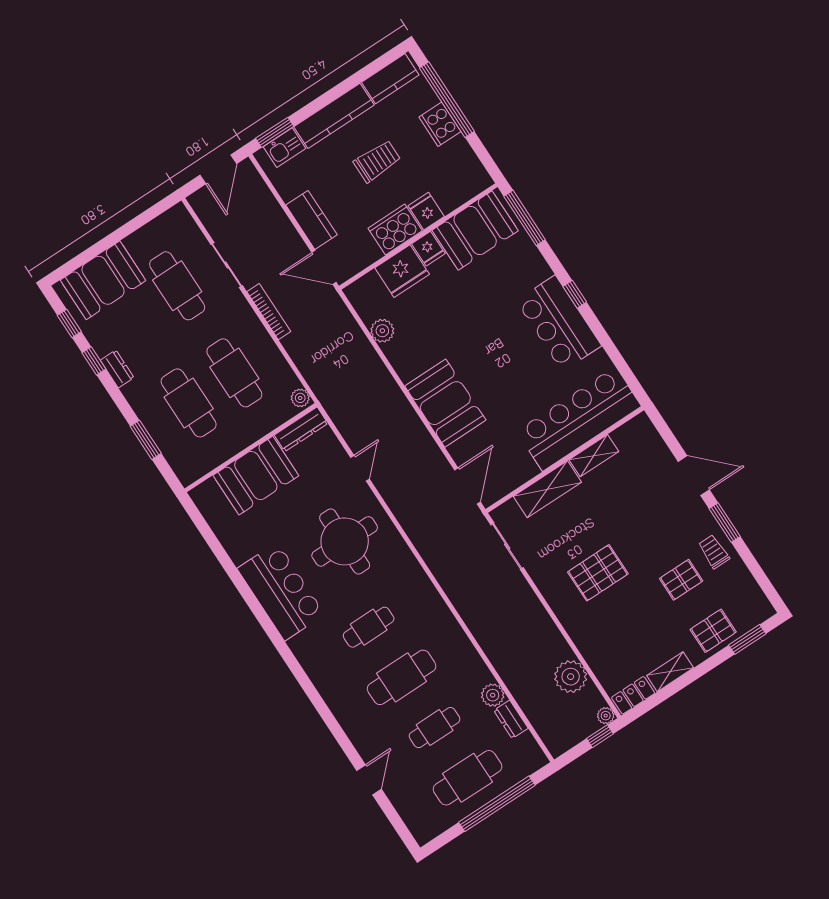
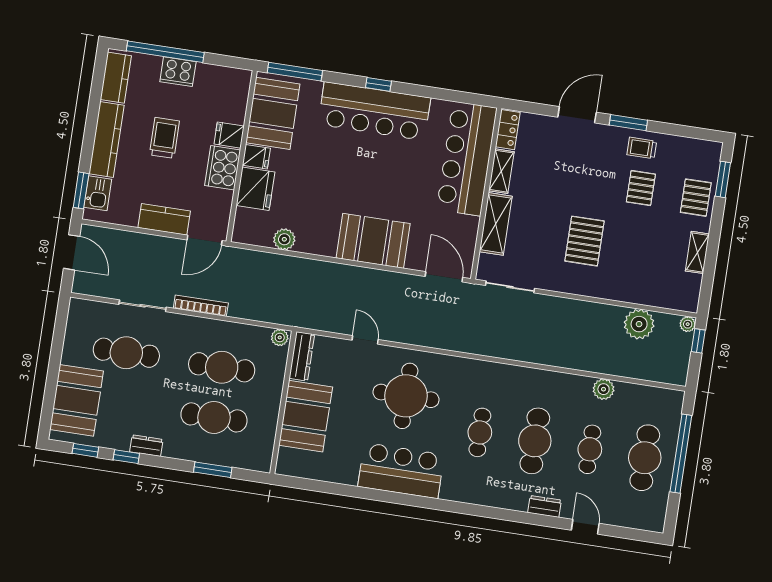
bar counter: (559, 323) -> (374, 111), width x1.36
locker: (633, 695) -> (508, 130), moved, turned 180
dresser: (511, 719) -> (545, 506), moved, turned 180

